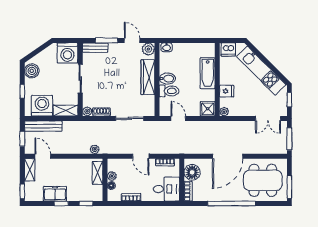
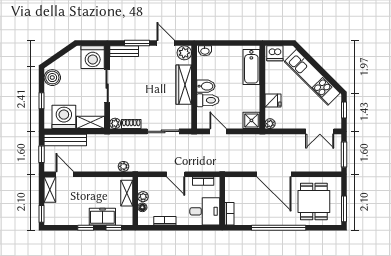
bathtub: (208, 73) -> (251, 67), moved
door: (228, 156) -> (274, 174), hinge flipped
floor lamp: (192, 172) -> (234, 192), removed
dining table: (263, 180) -> (314, 202), width x0.73
freezer: (55, 194) -> (102, 217), moved

